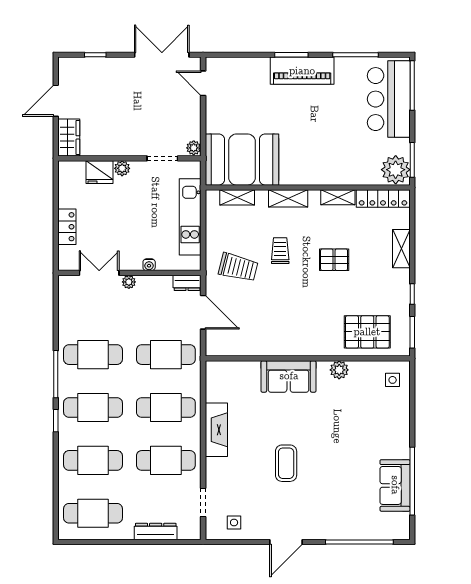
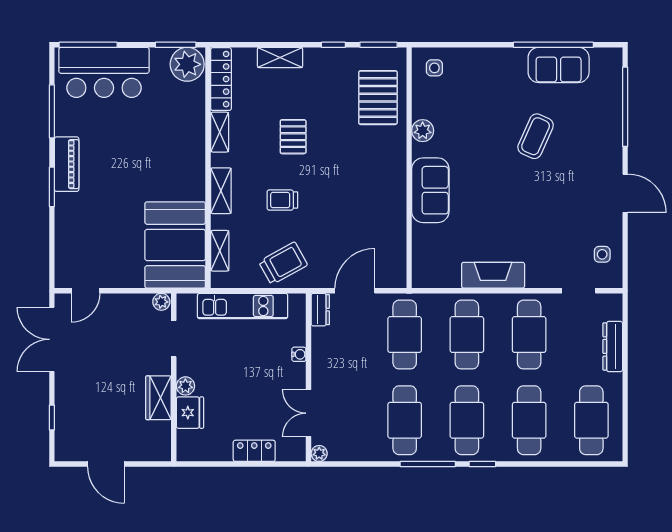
piano: (302, 71) -> (67, 164), width x0.73, depth x0.75
wardrobe: (69, 137) -> (158, 398), moved, turned -90
trolley: (238, 267) -> (283, 263), moved, turned 47
plant: (129, 282) -> (319, 453), moved
coffee table: (286, 463) -> (536, 136), moved, turned -66

